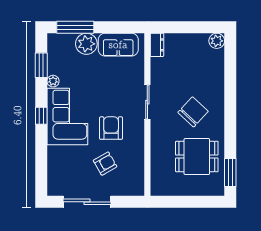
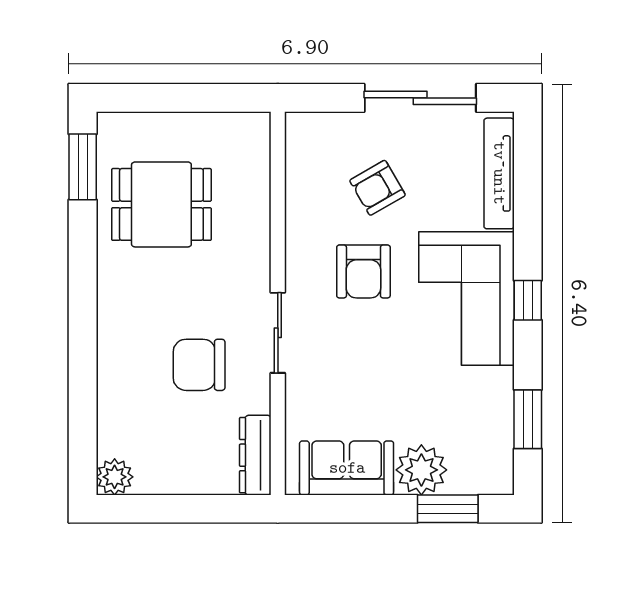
window: (75, 27) -> (448, 509), width x0.69
dresser: (157, 45) -> (255, 455), width x1.44
plant: (53, 81) -> (500, 382), removed
chair: (193, 112) -> (199, 365), moved, turned 47
tv unit: (53, 170) -> (499, 173), added

